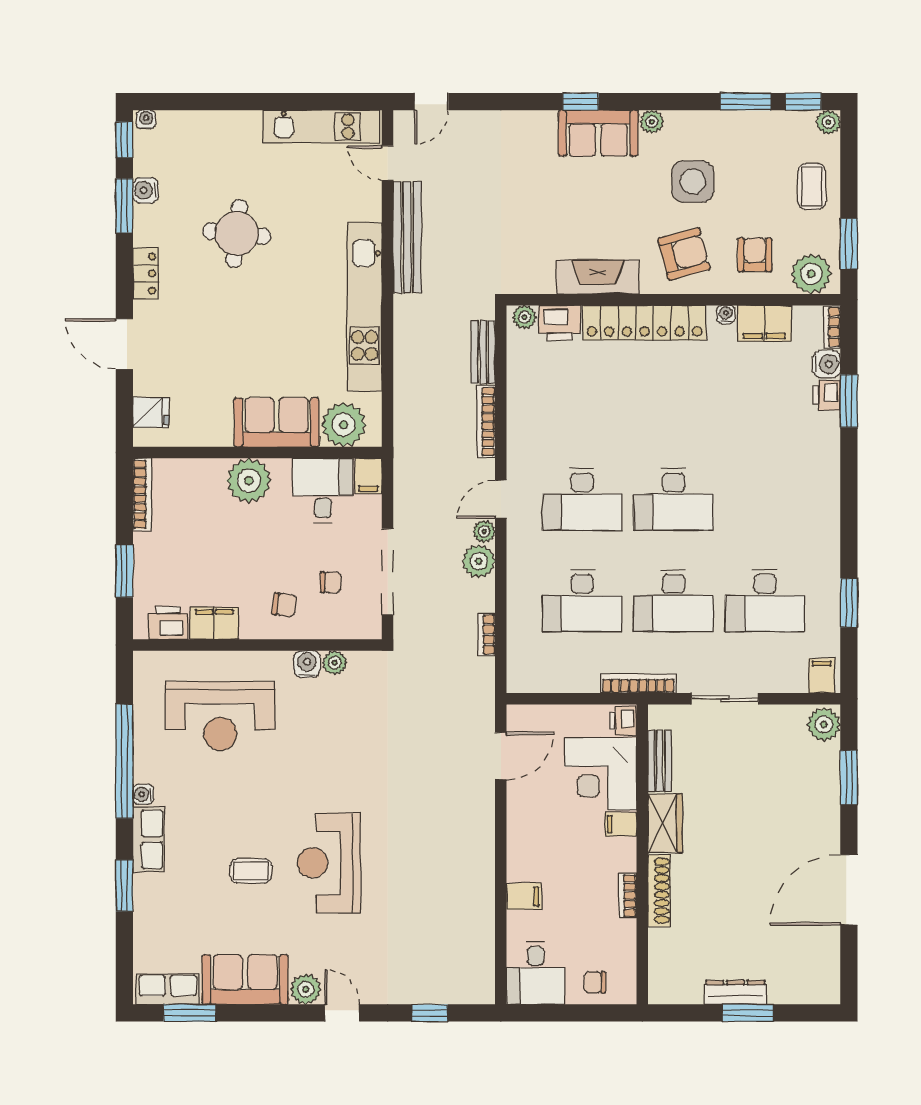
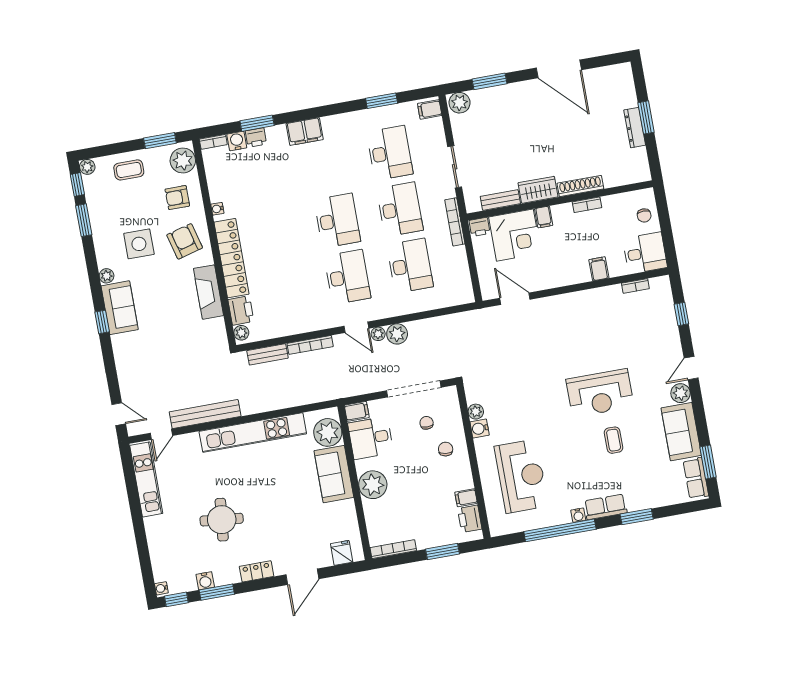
filing cabinet: (764, 323) -> (305, 132), moved, turned 90
filing cabinet: (214, 623) -> (466, 498), width x0.50
bookcase: (487, 634) -> (635, 286), moved

